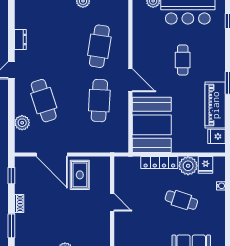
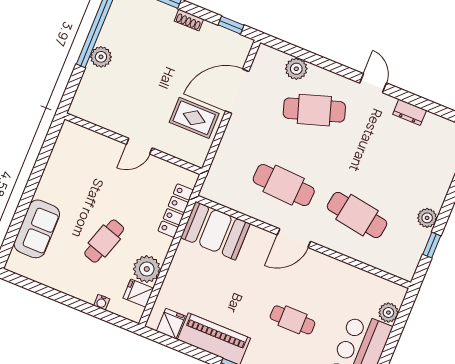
booth: (152, 125) -> (215, 231), width x0.73, depth x0.70
locker: (159, 163) -> (176, 211), moved

